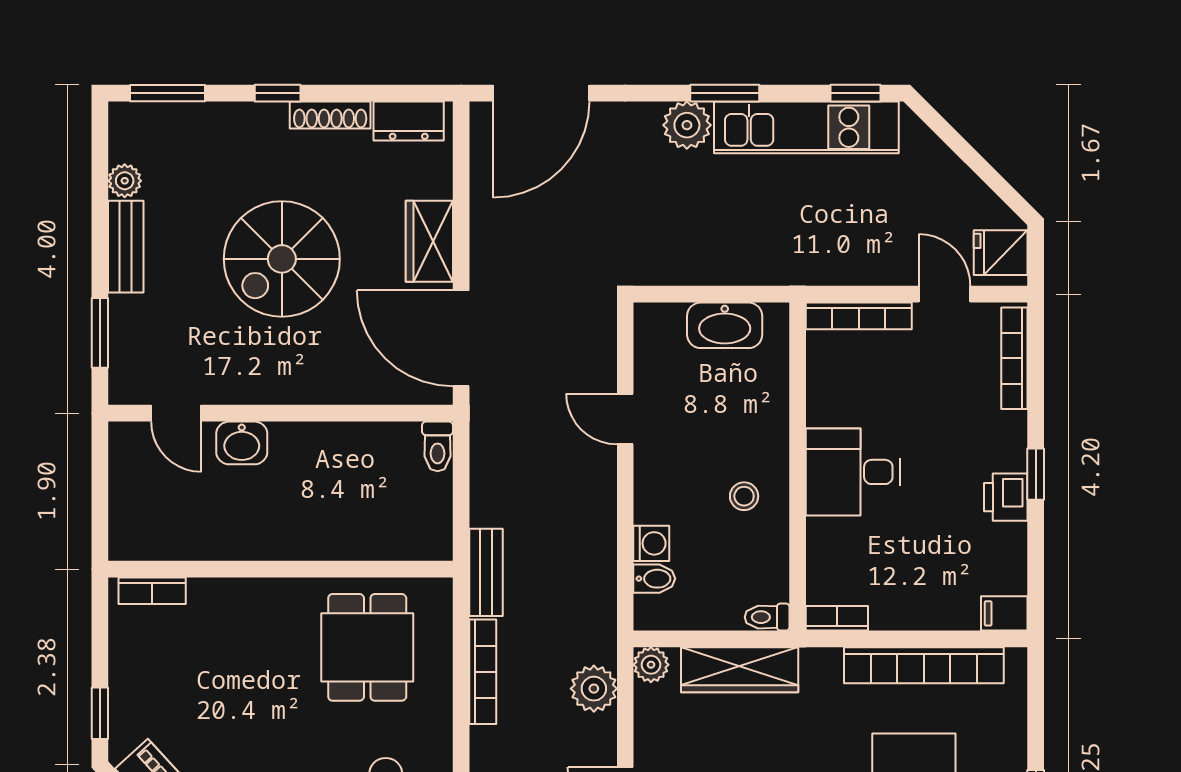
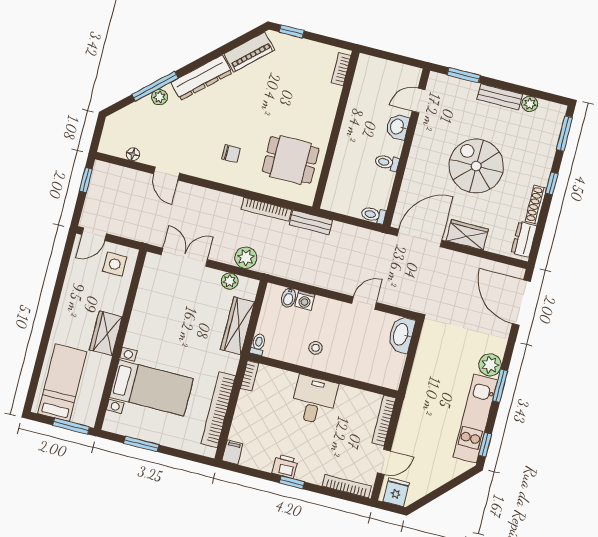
washbasin: (725, 325) -> (401, 334), moved
toilet: (322, 446) -> (387, 163), added
plant: (651, 665) -> (230, 281), moved

